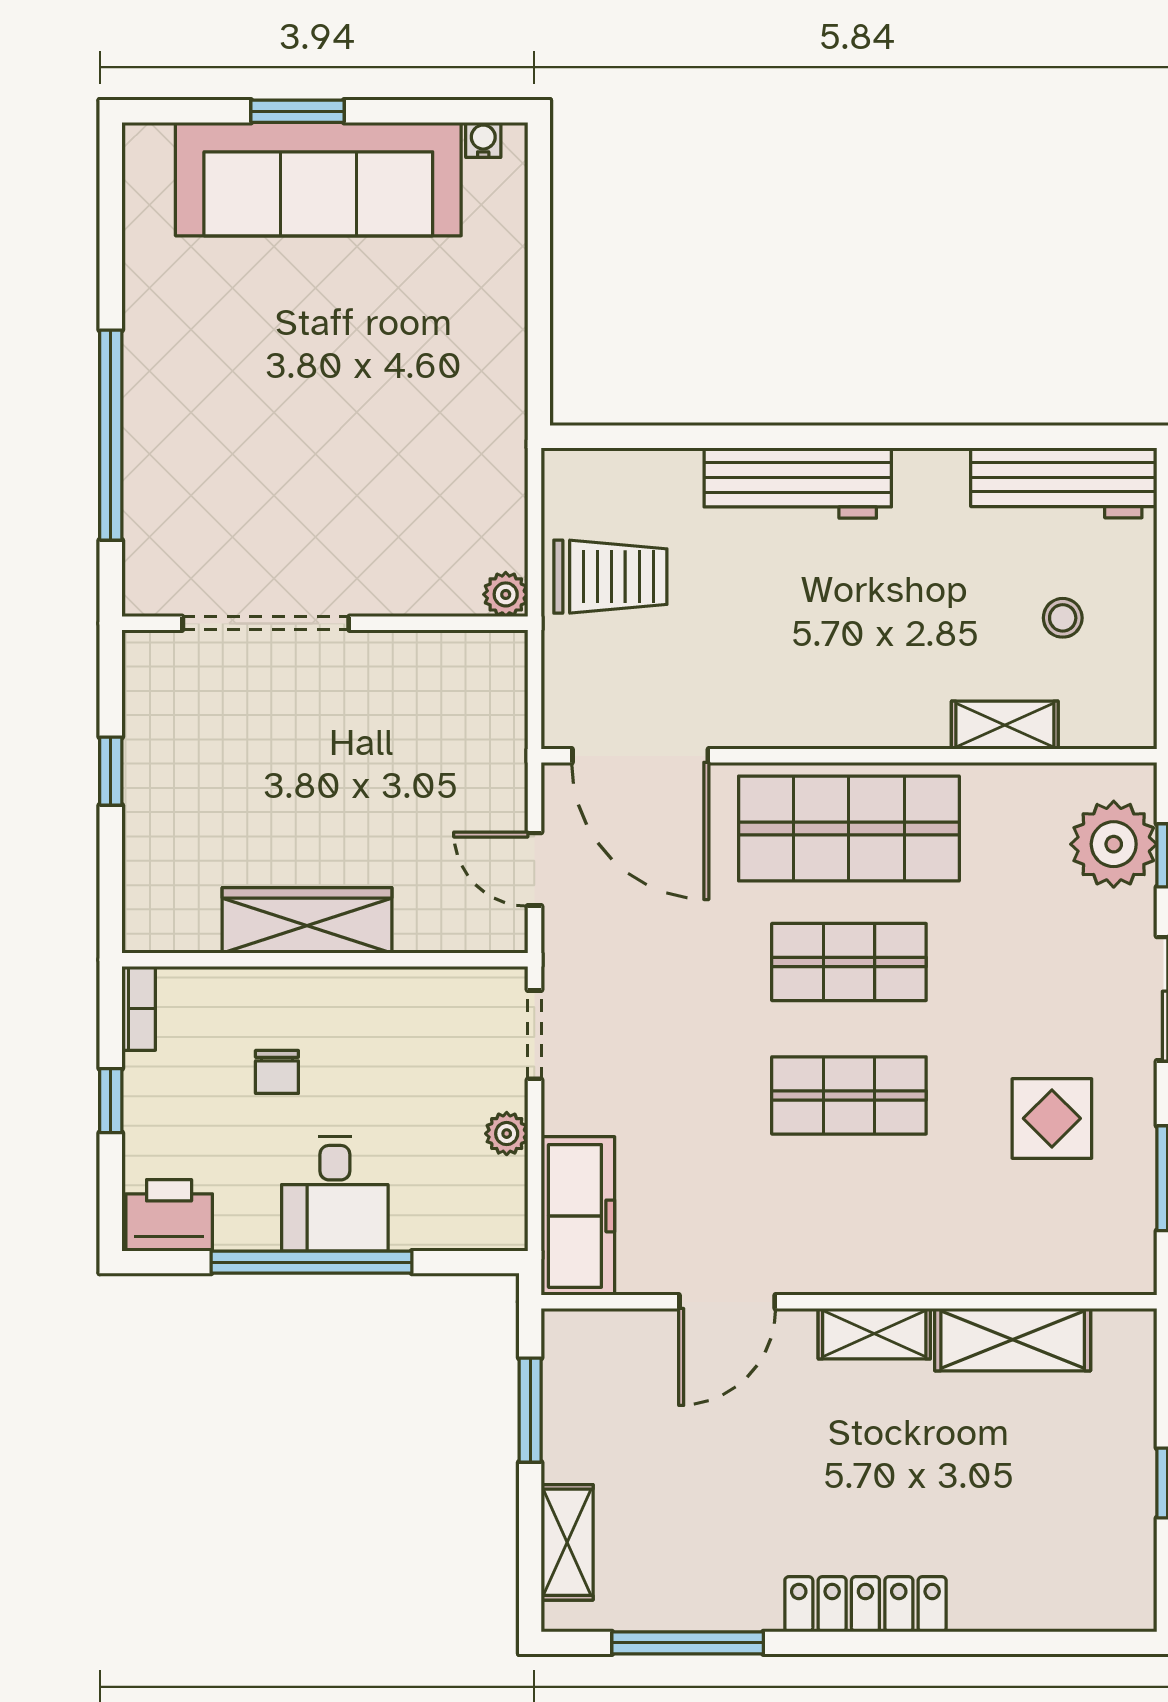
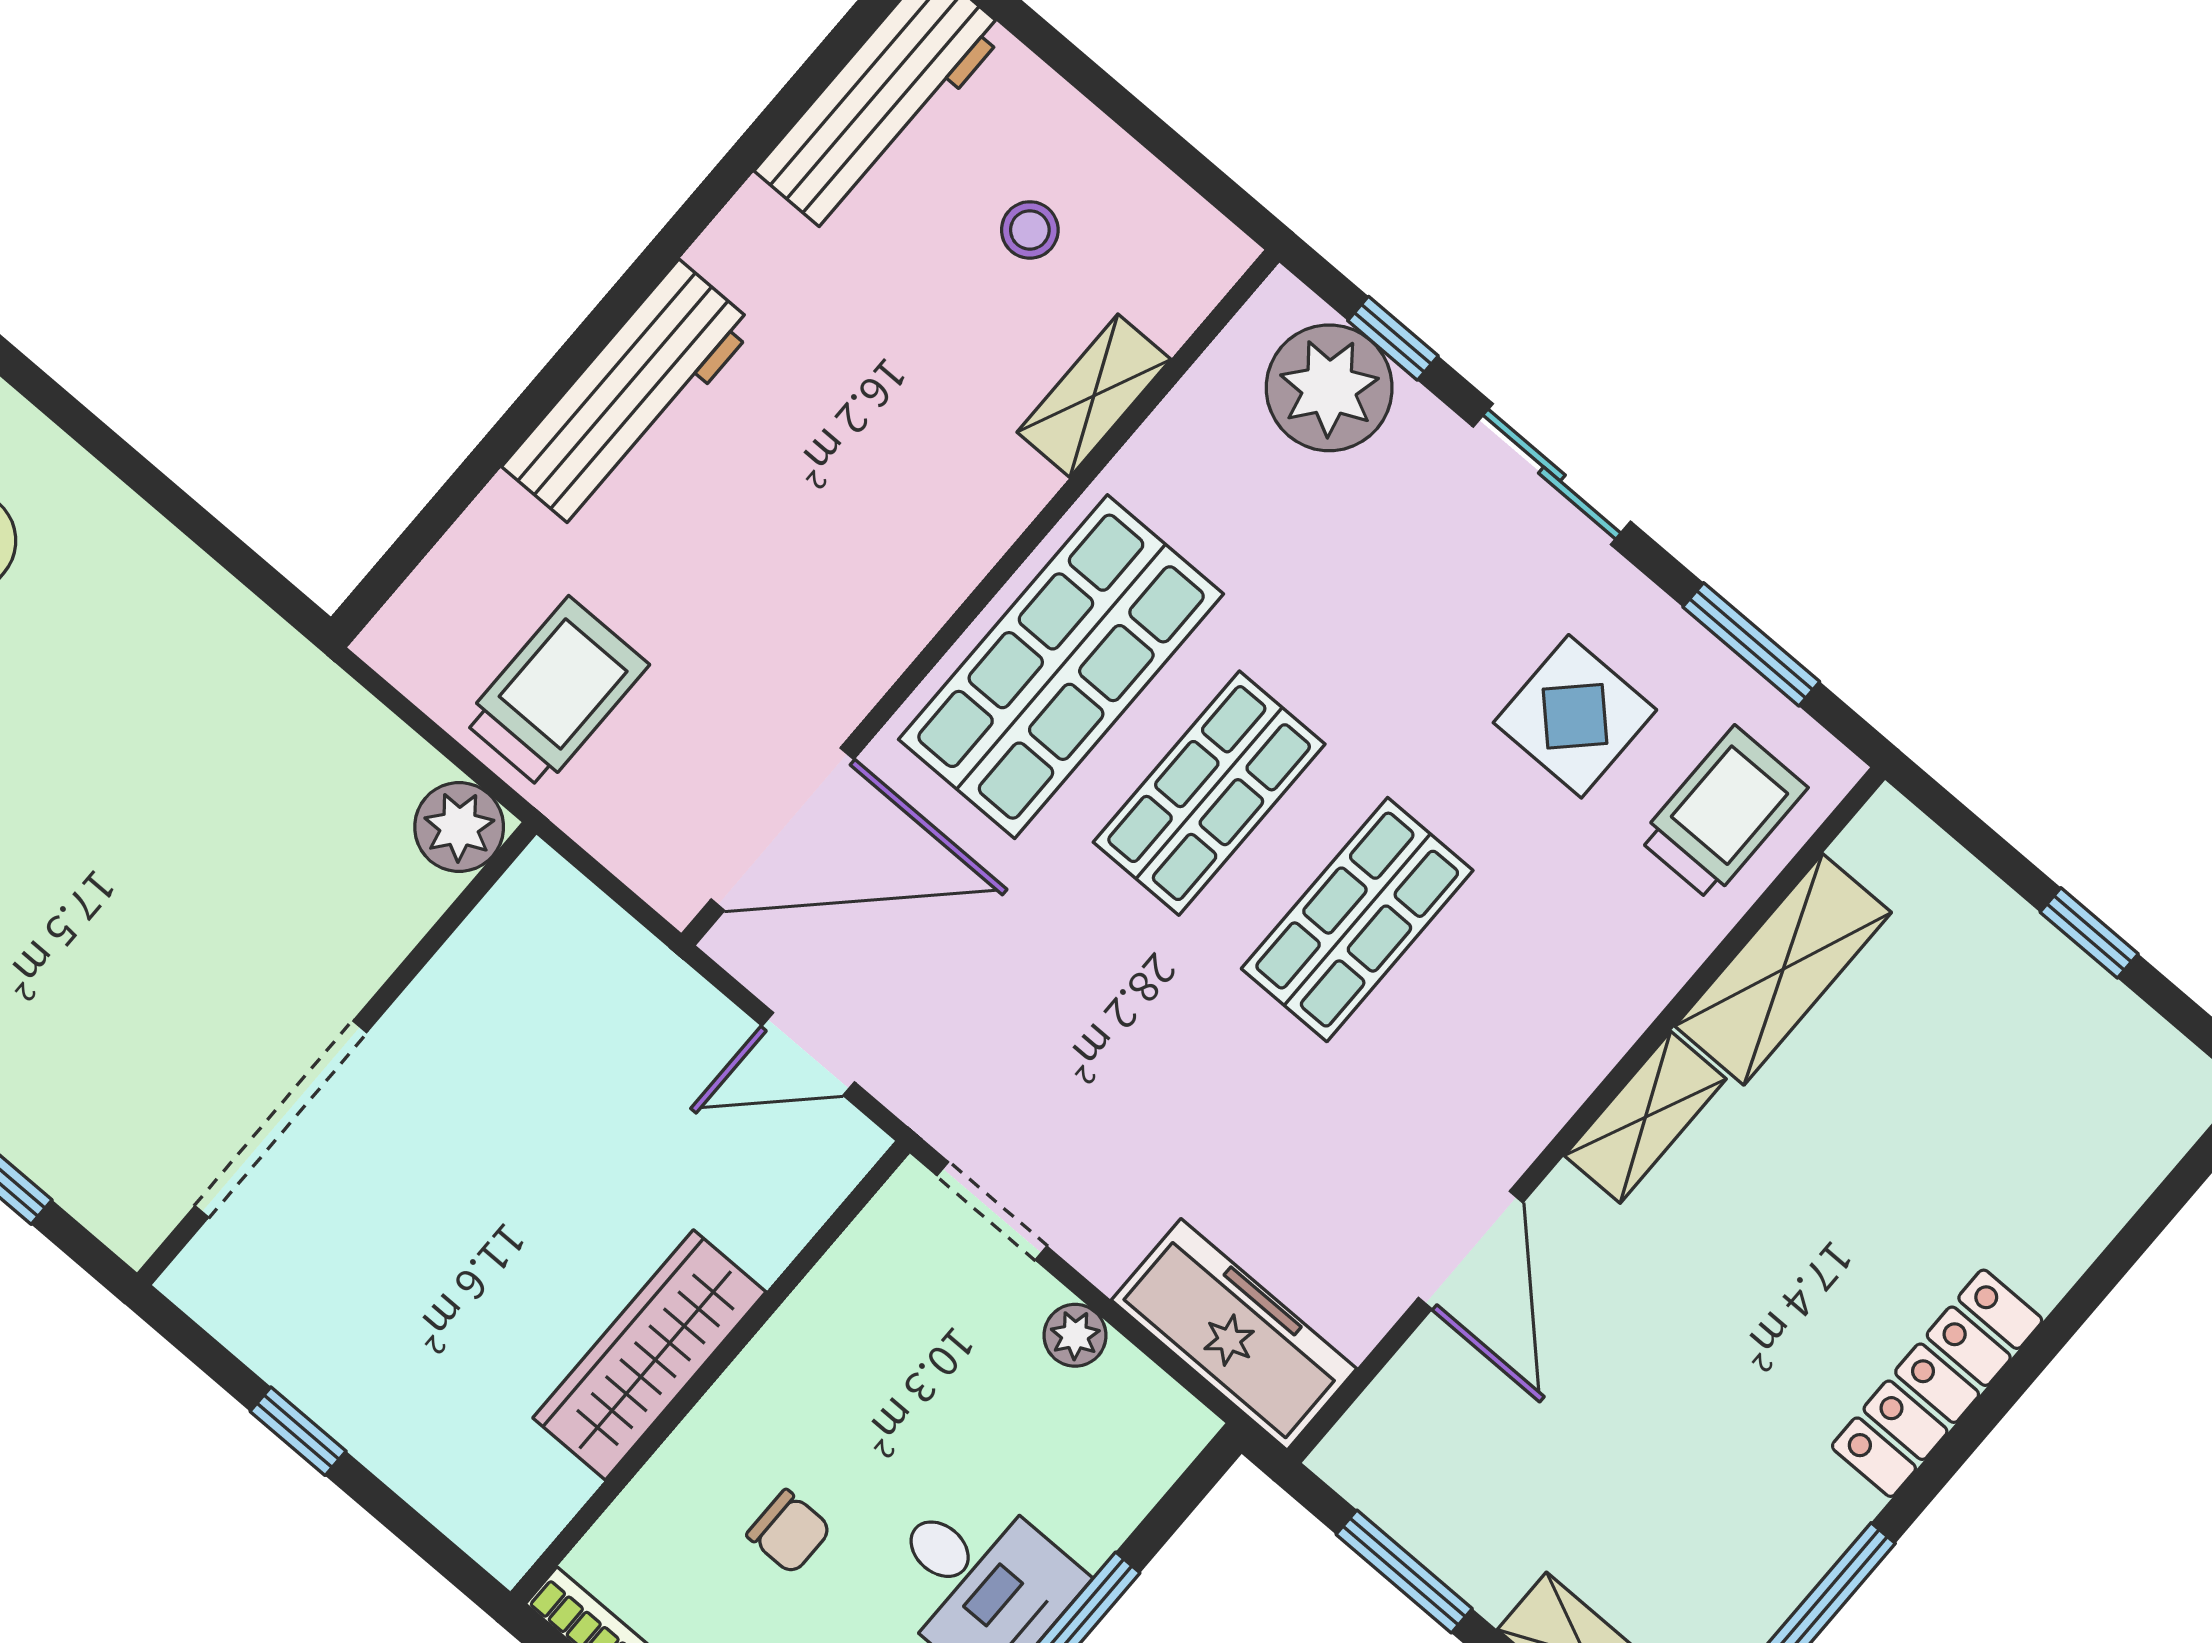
plant: (506, 594) -> (459, 827), width x1.38, depth x1.38
trolley: (1067, 1239) -> (1723, 813), added

